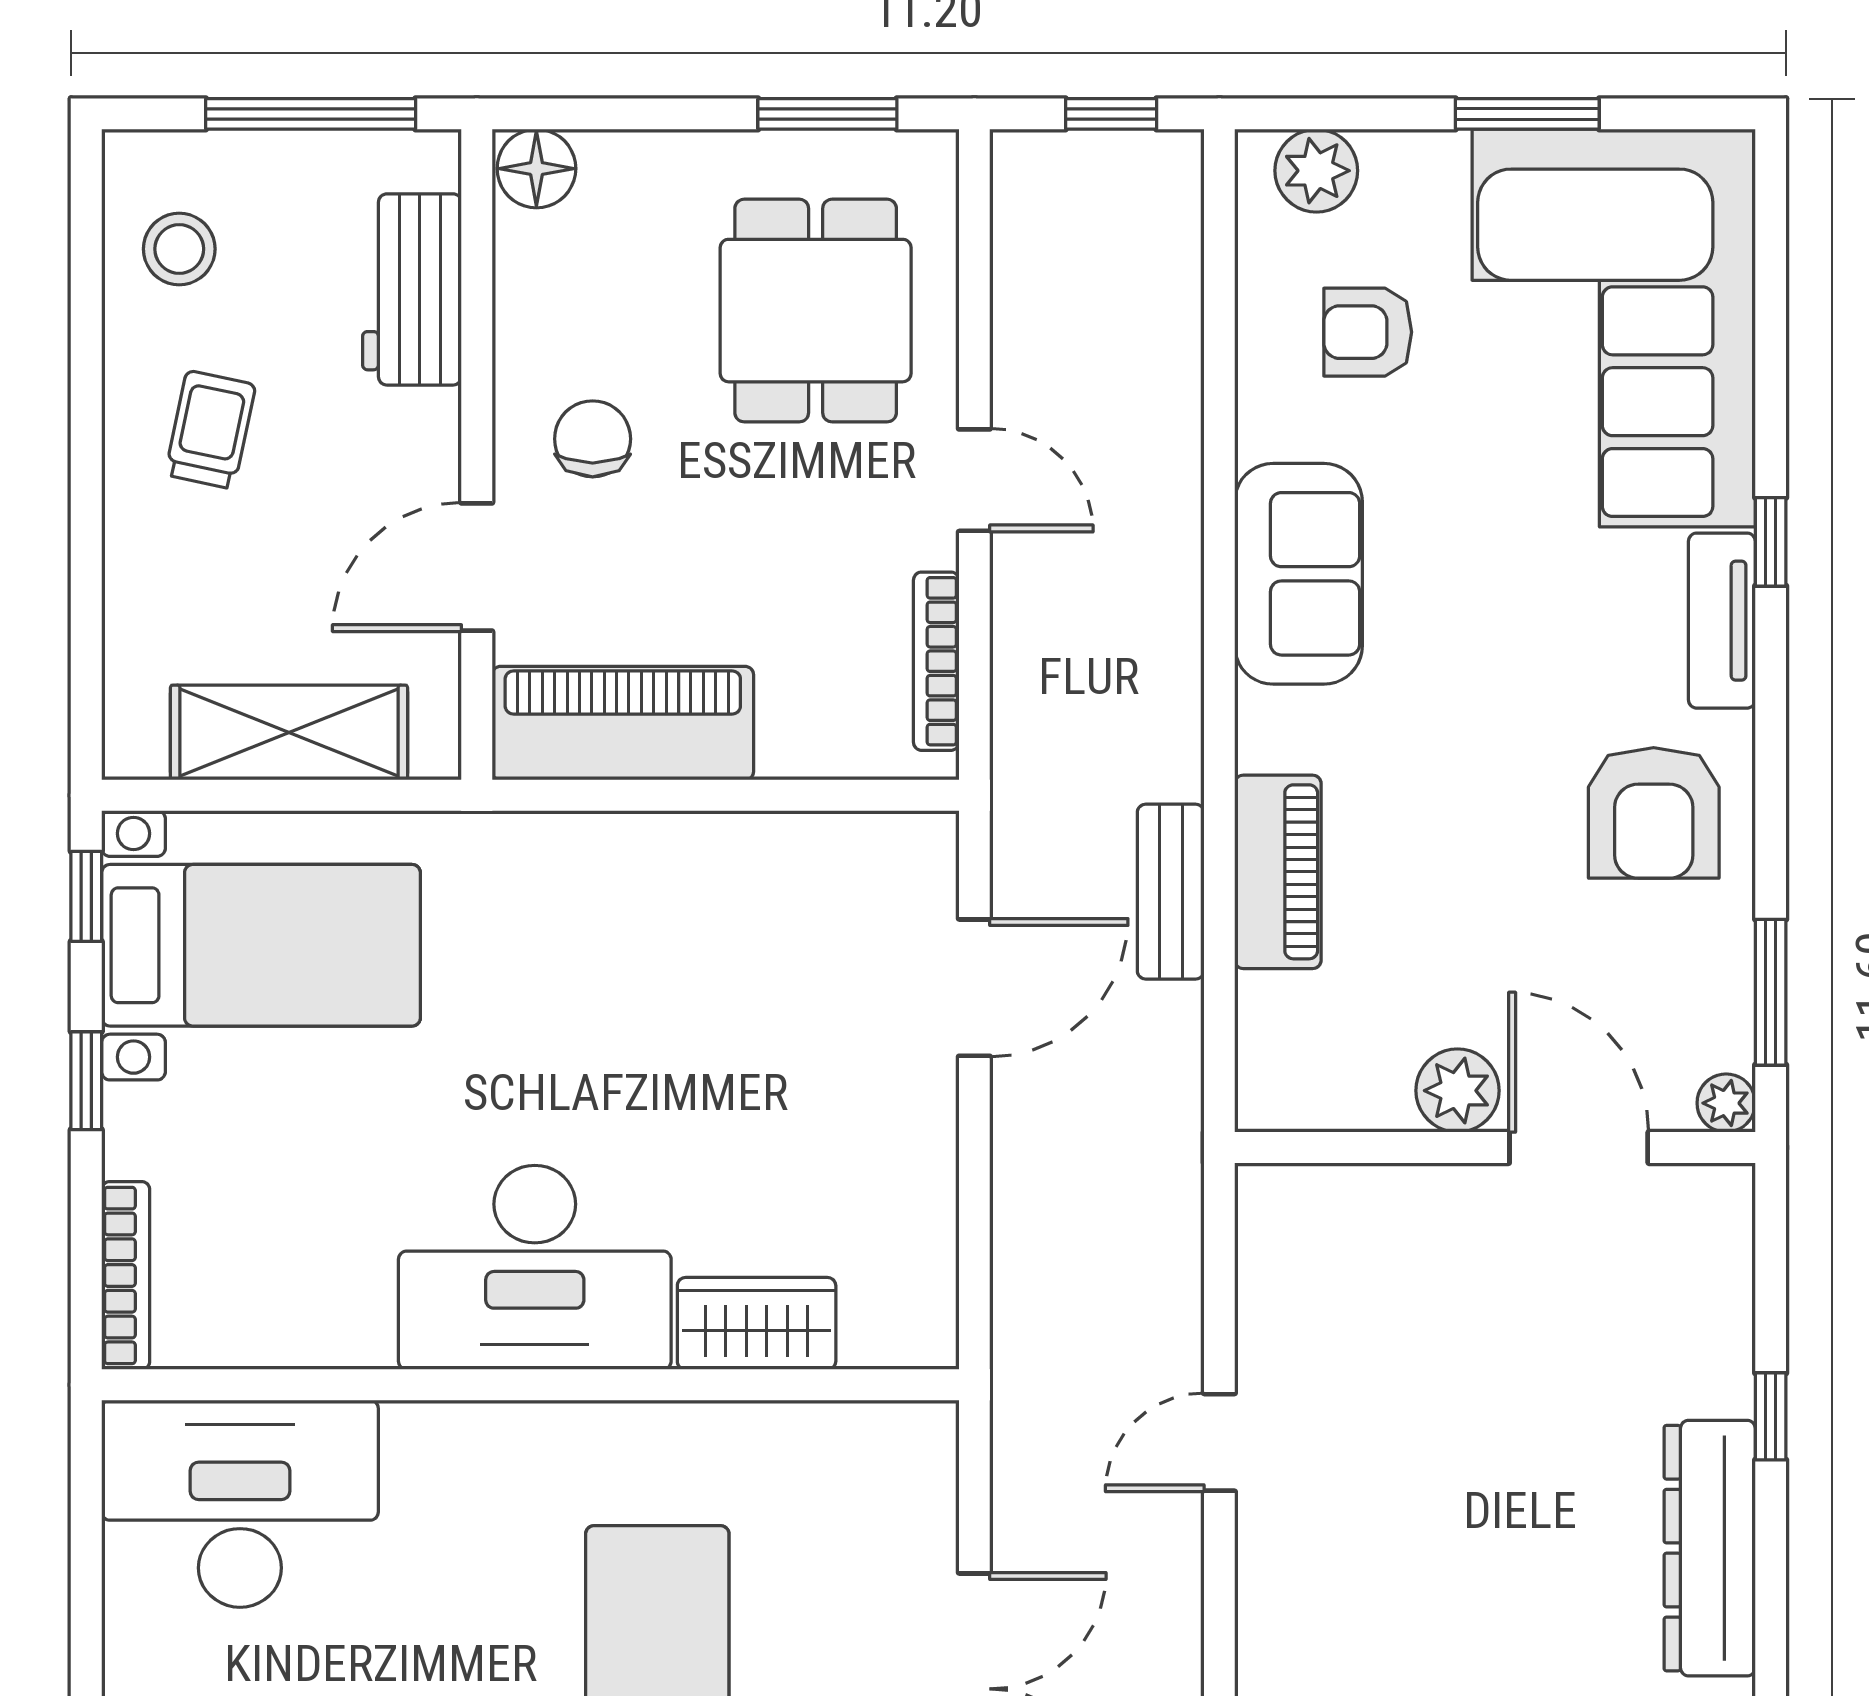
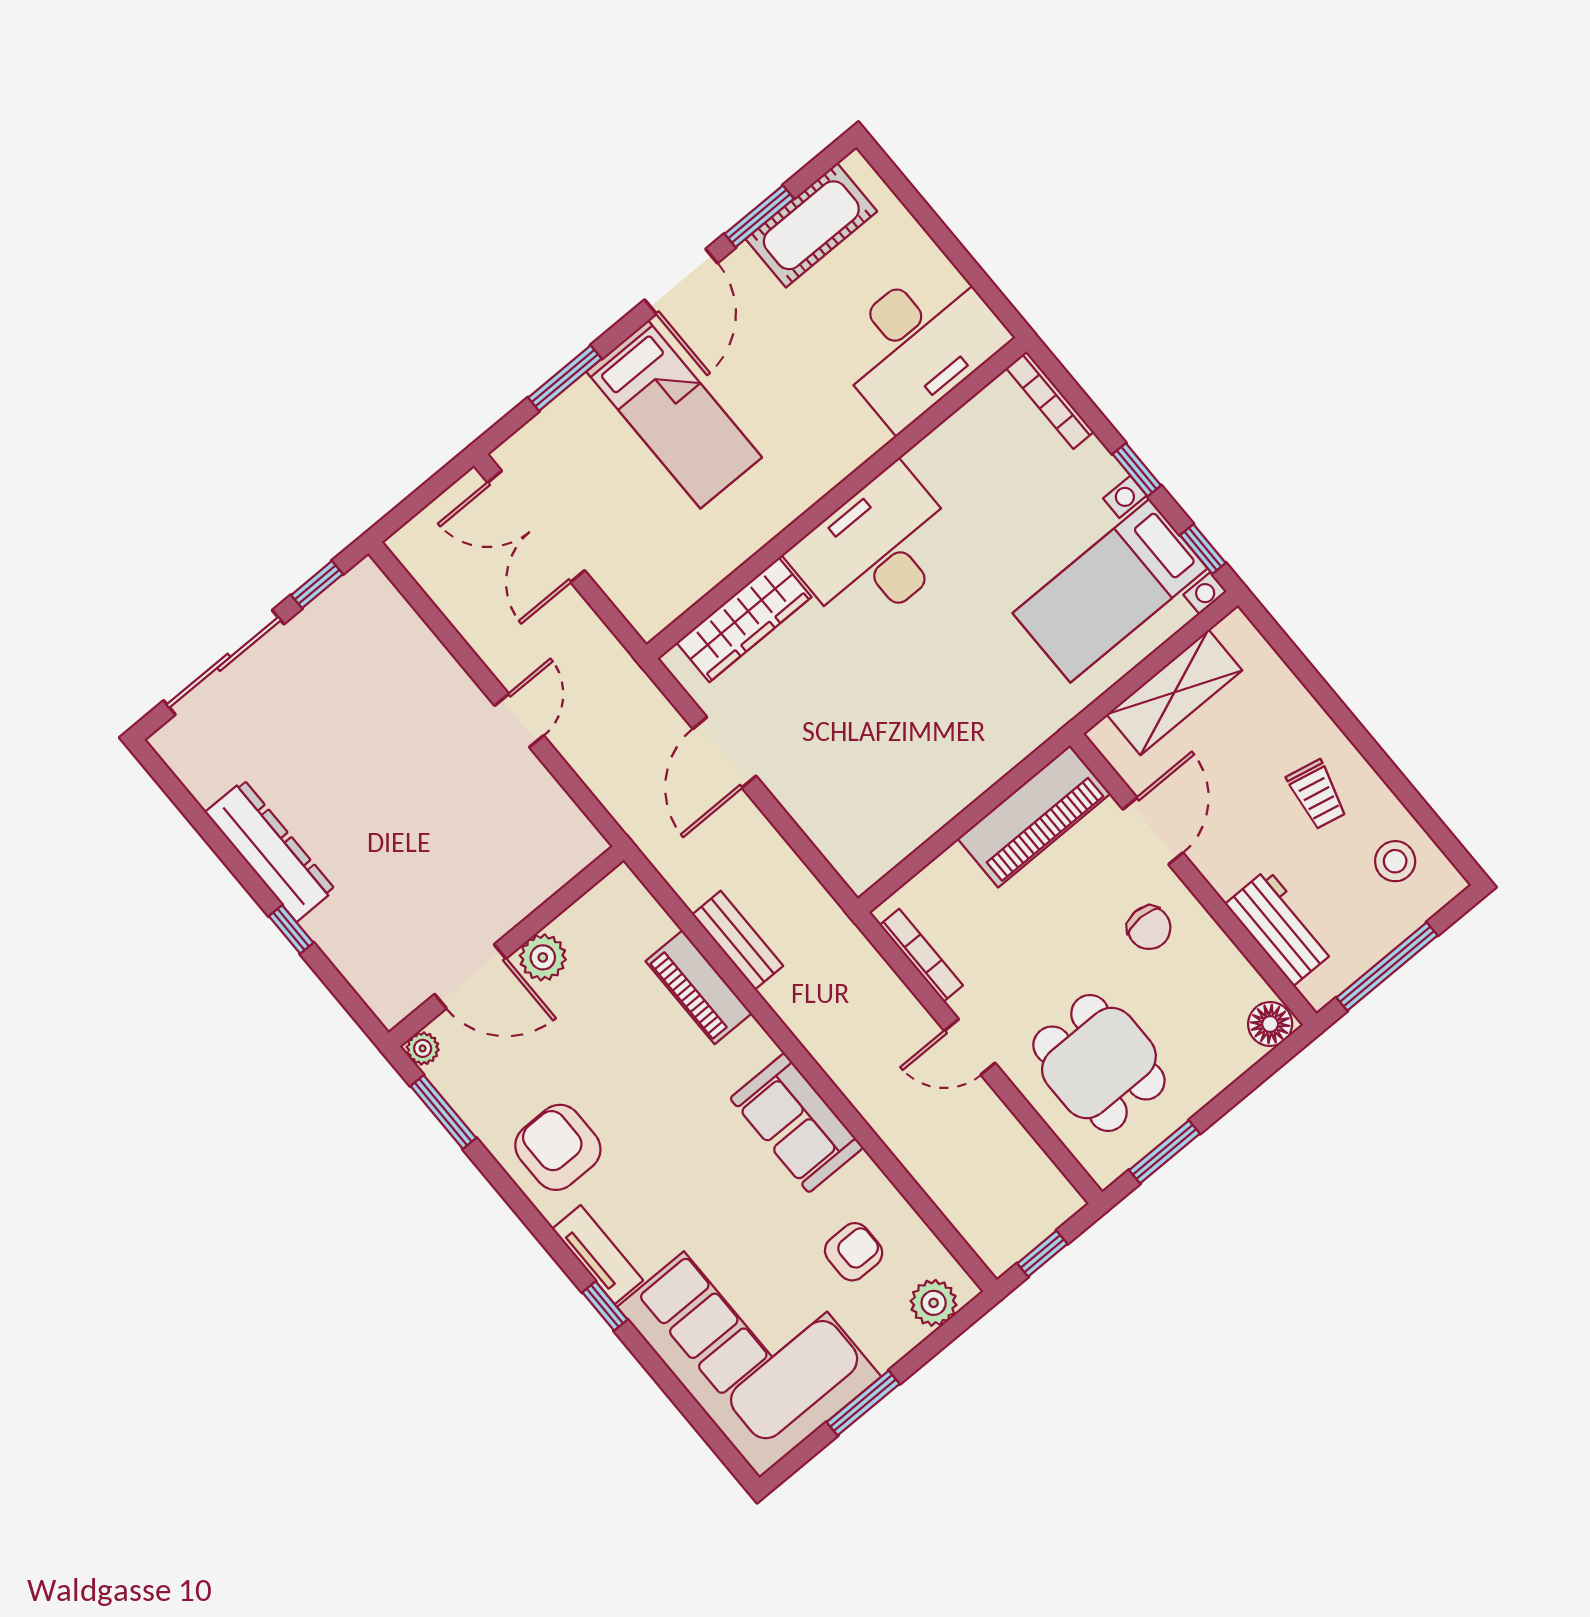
door: (974, 988) -> (724, 752), moved
wardrobe: (757, 1323) -> (744, 620), width x1.50

